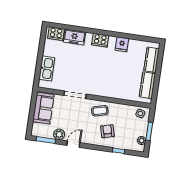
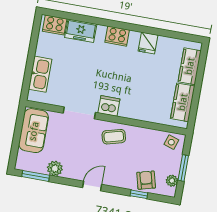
dishwasher: (96, 89) -> (109, 106), added
armchair: (107, 131) -> (146, 180), moved
door: (73, 144) -> (92, 186), moved

